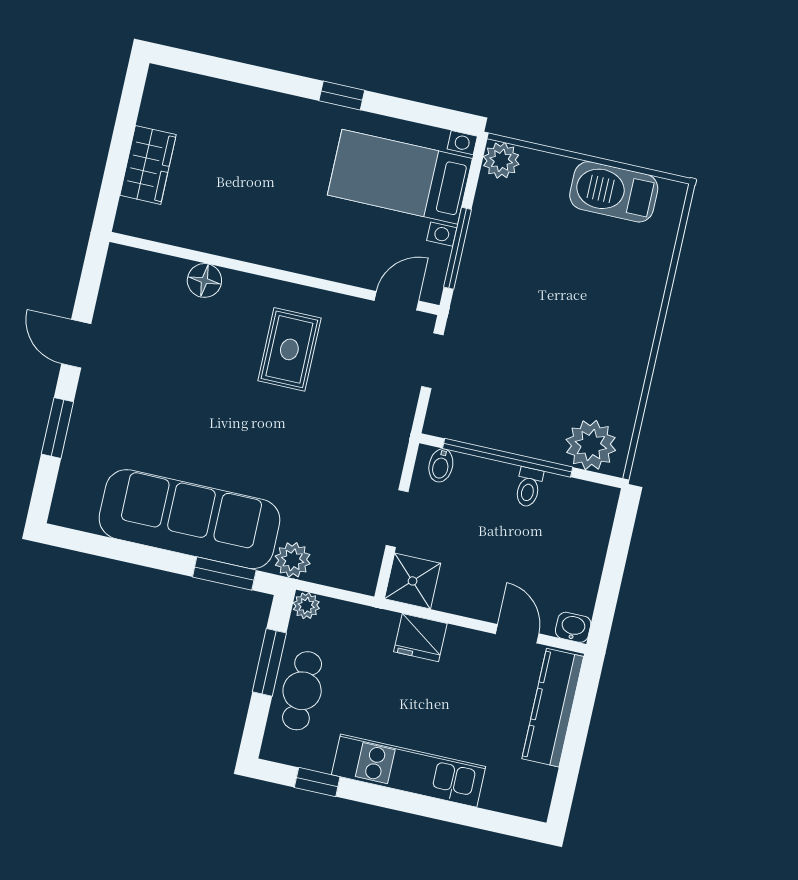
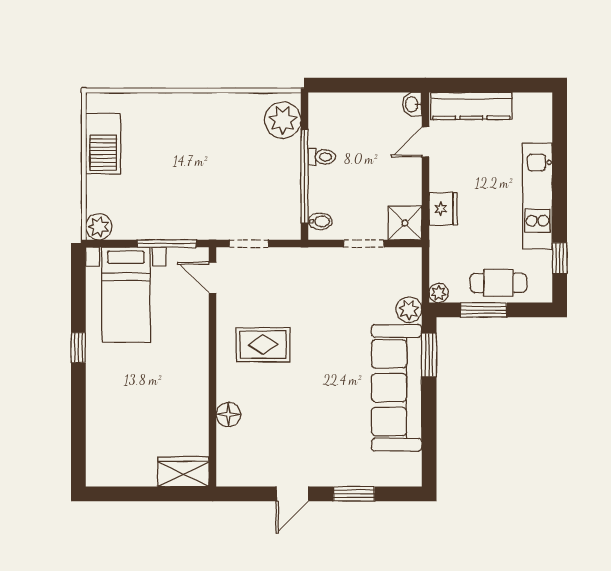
wardrobe: (148, 165) -> (183, 472), moved

